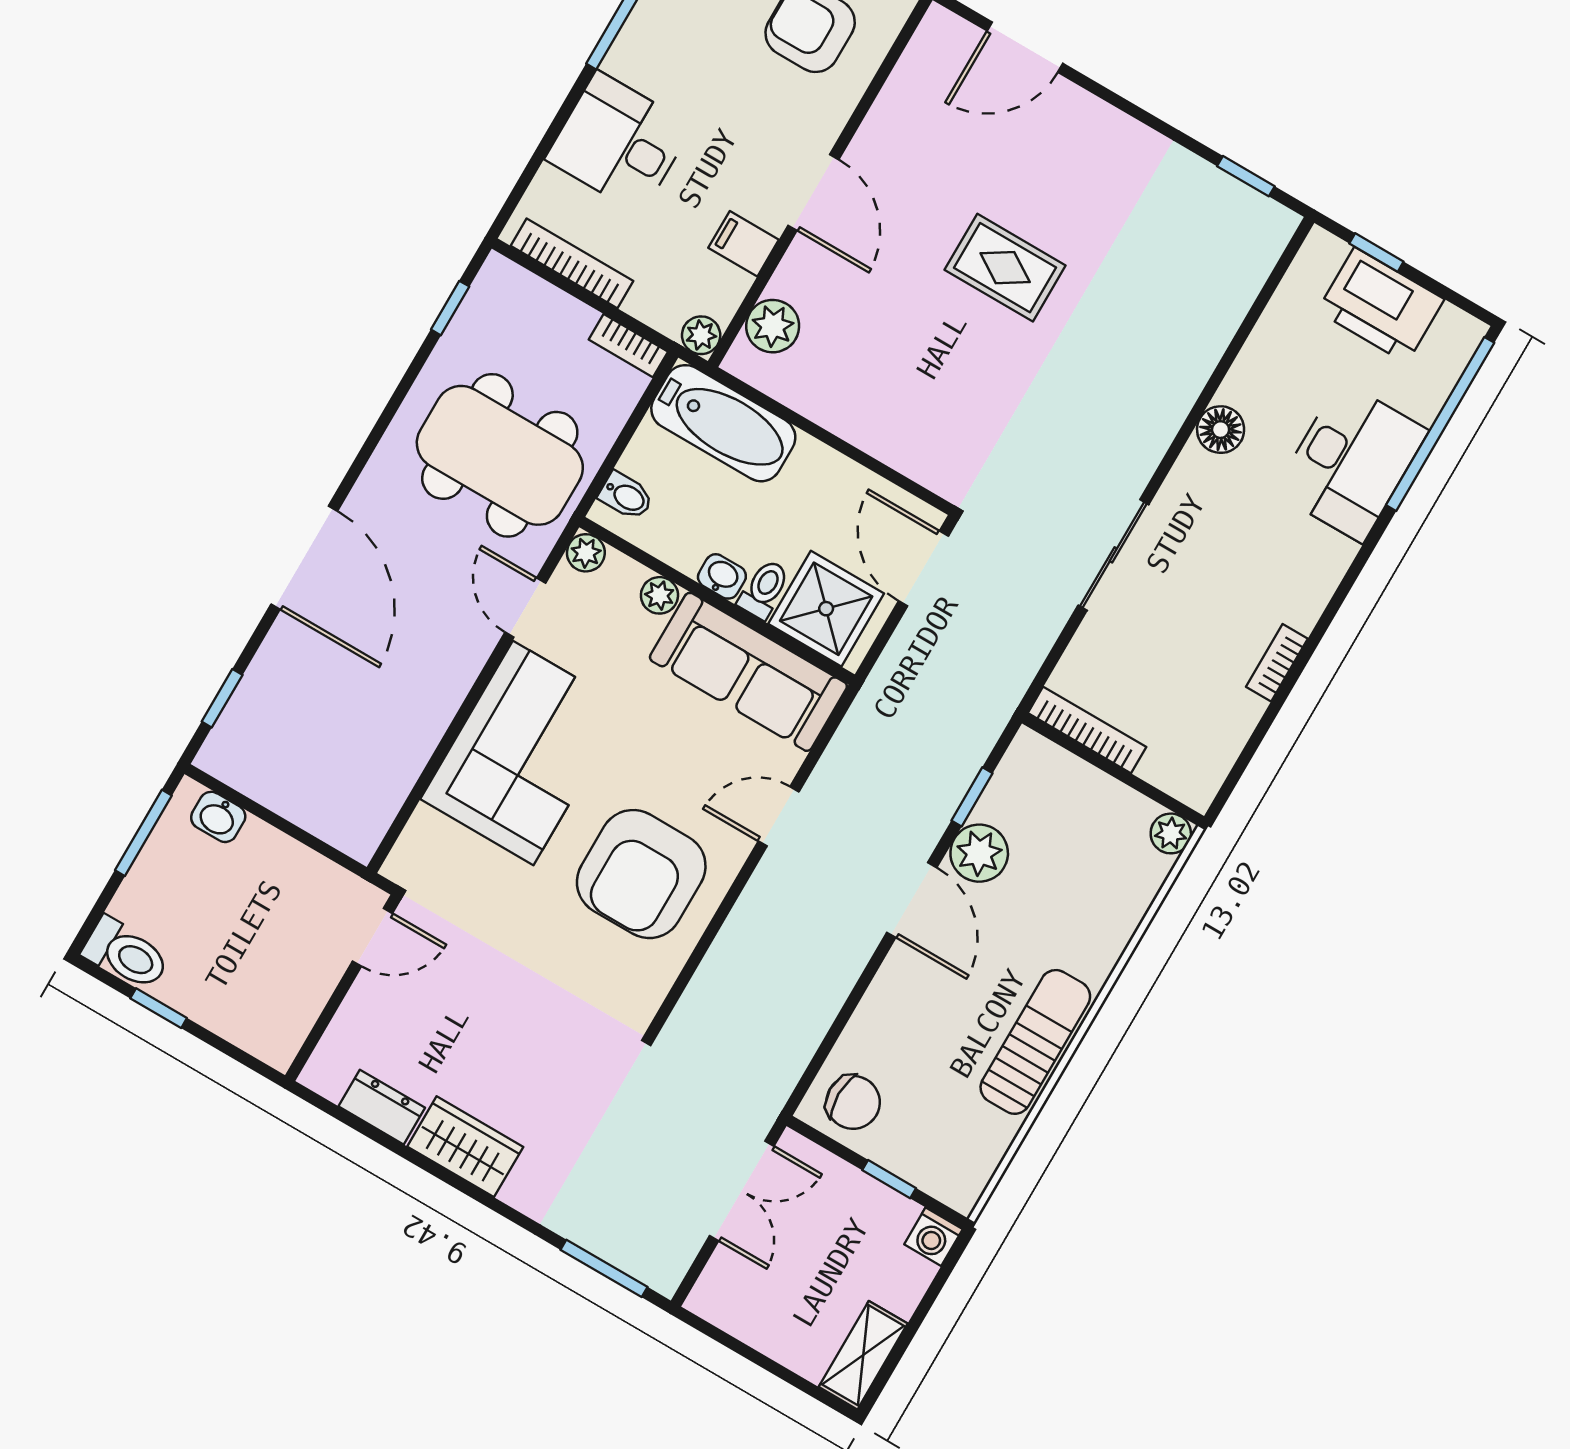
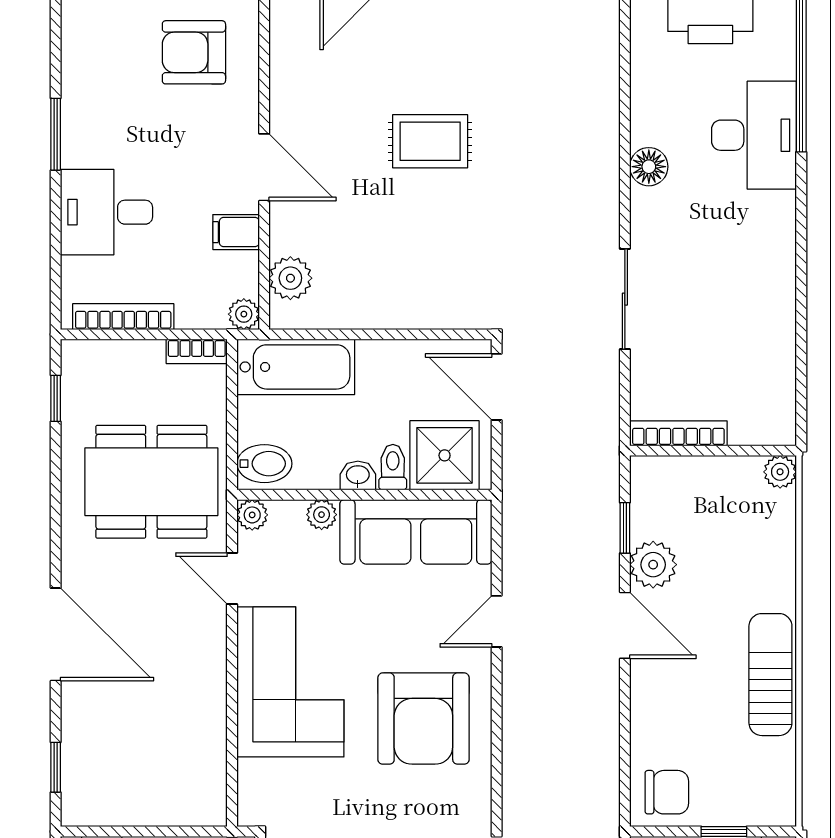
bidet: (626, 496) -> (264, 464), width x1.38, depth x1.36
bookcase: (1277, 663) -> (784, 308), removed

